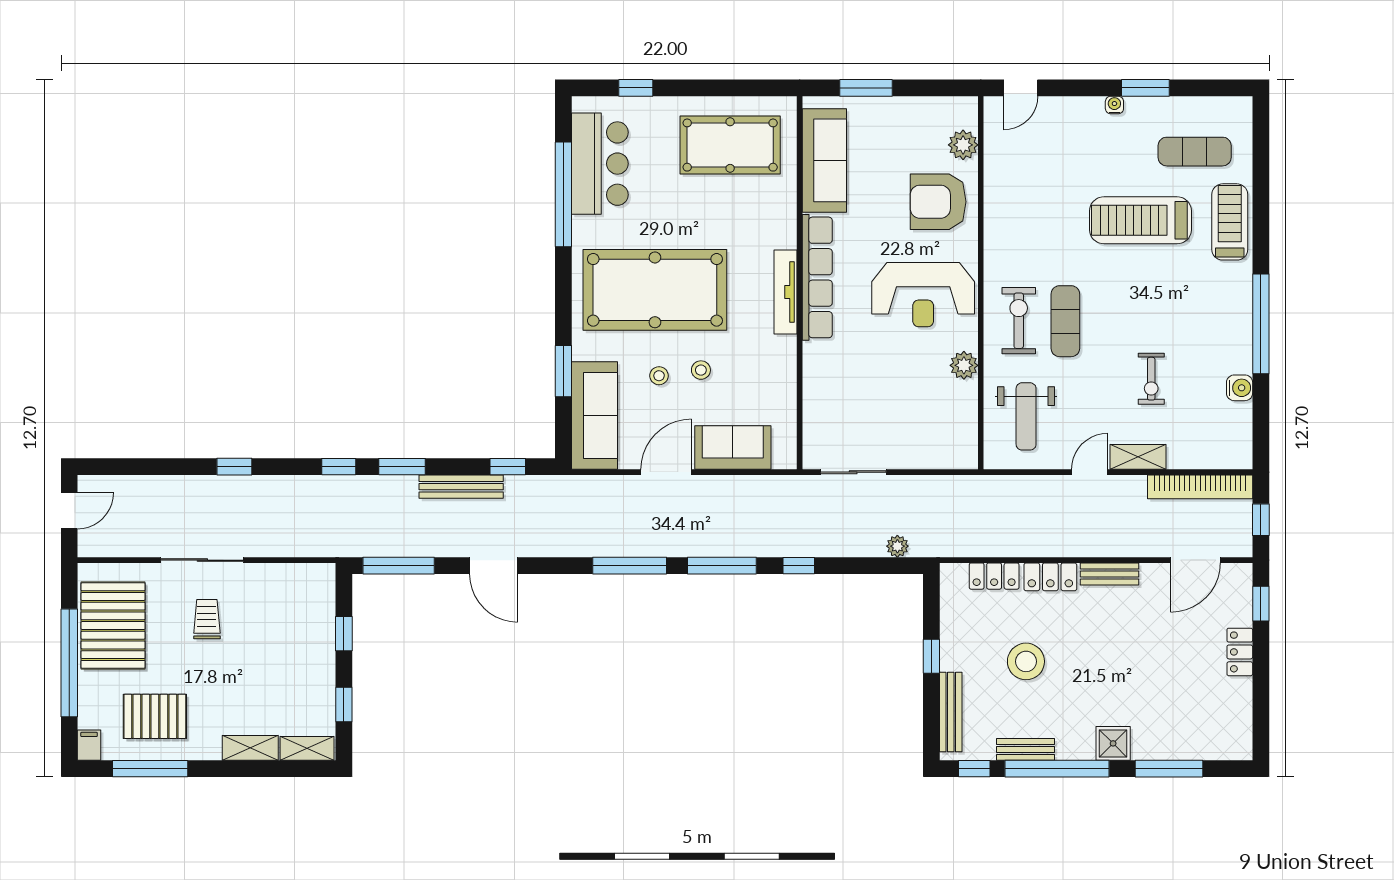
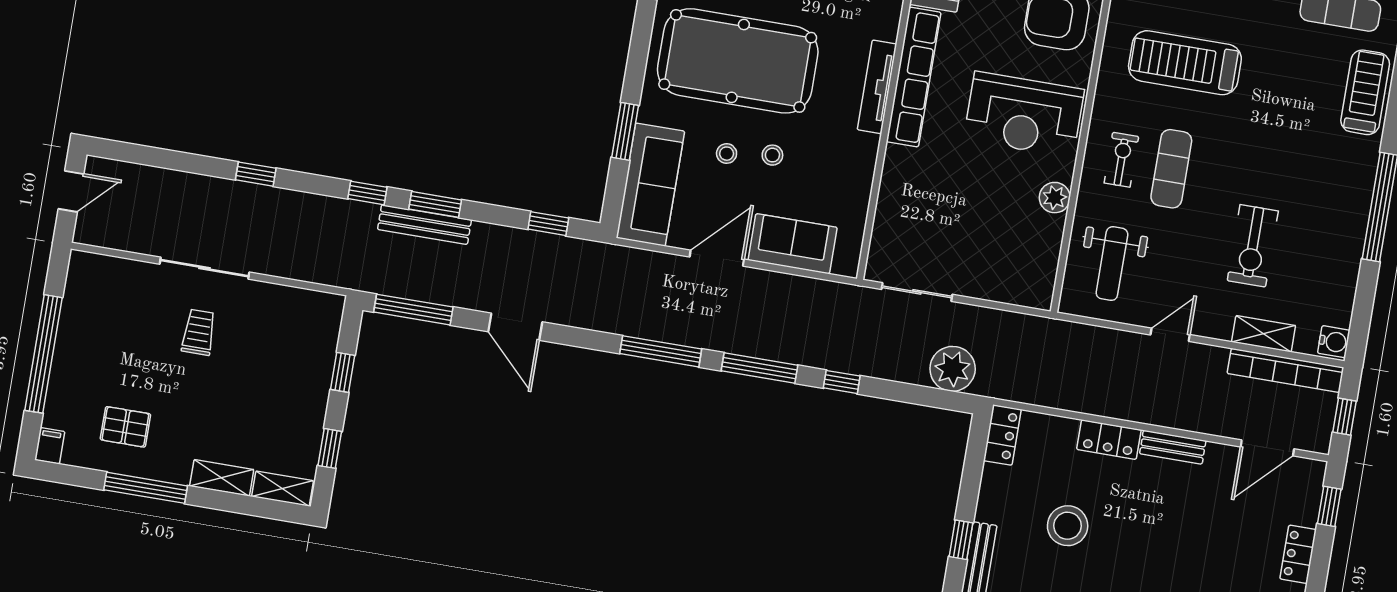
treadmill: (1140, 220) -> (1185, 63), moved
exercise bike: (1019, 321) -> (1121, 160), width x0.73, depth x0.72
exercise bike: (1151, 379) -> (1253, 246), width x1.38, depth x1.39
water cooler: (1240, 388) -> (1334, 342), moved
shelving: (1138, 457) -> (1264, 334), moved
bench: (461, 487) -> (424, 225), moved
plant: (897, 546) -> (953, 369), width x1.87, depth x1.87
locker: (994, 576) -> (1002, 435), moved, turned -90
pallet: (113, 626) -> (97, 322), removed
window: (931, 656) -> (961, 540), moved
pallet: (155, 716) -> (125, 427), width x0.67, depth x0.71
window: (150, 769) -> (146, 488), moved

